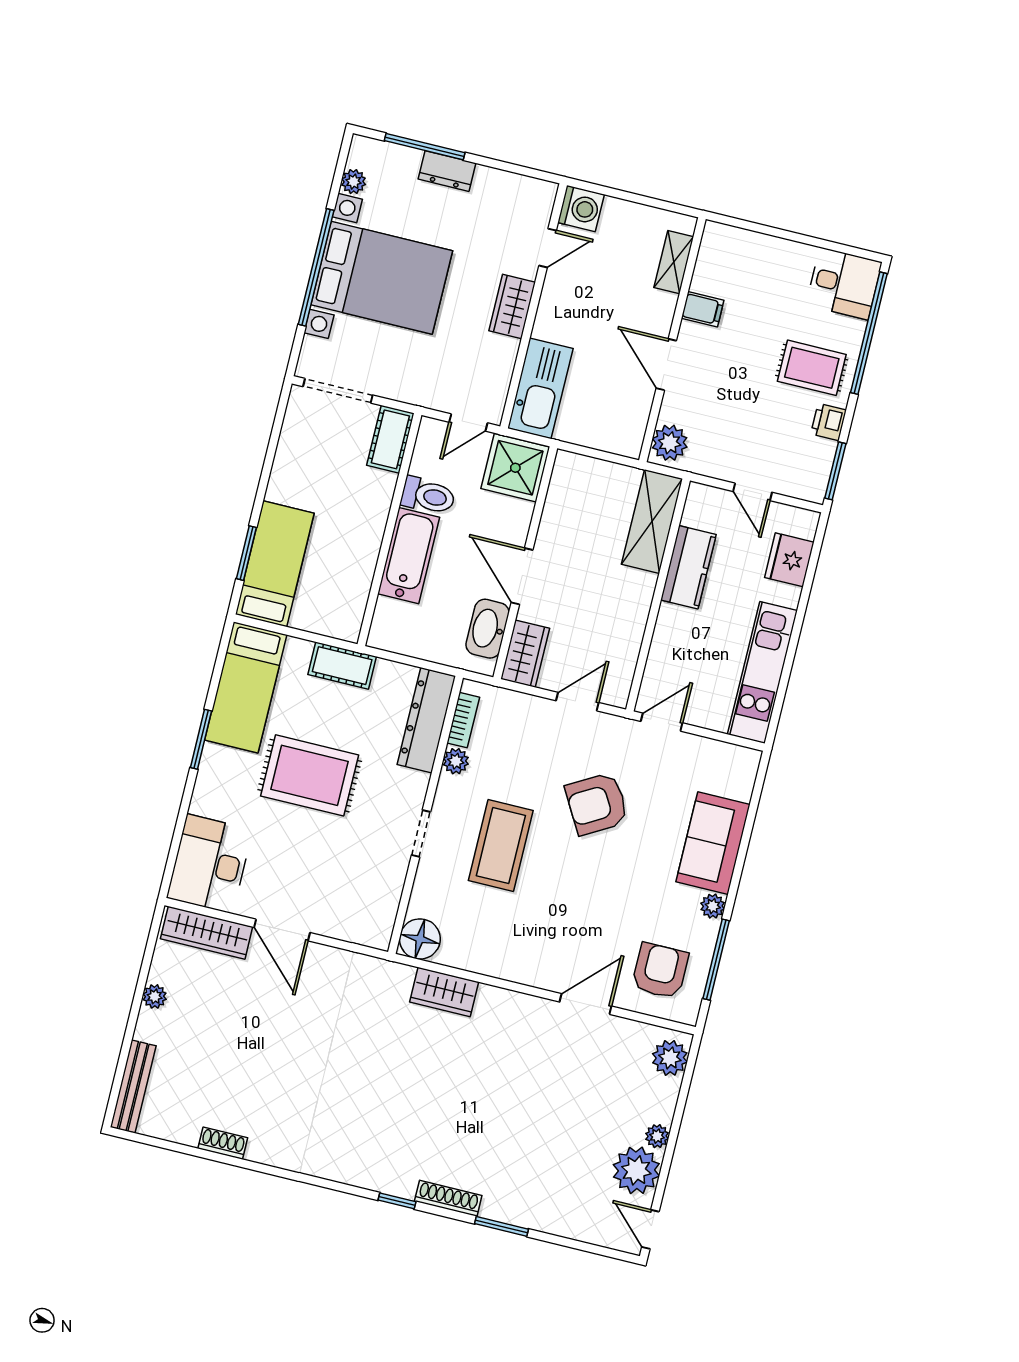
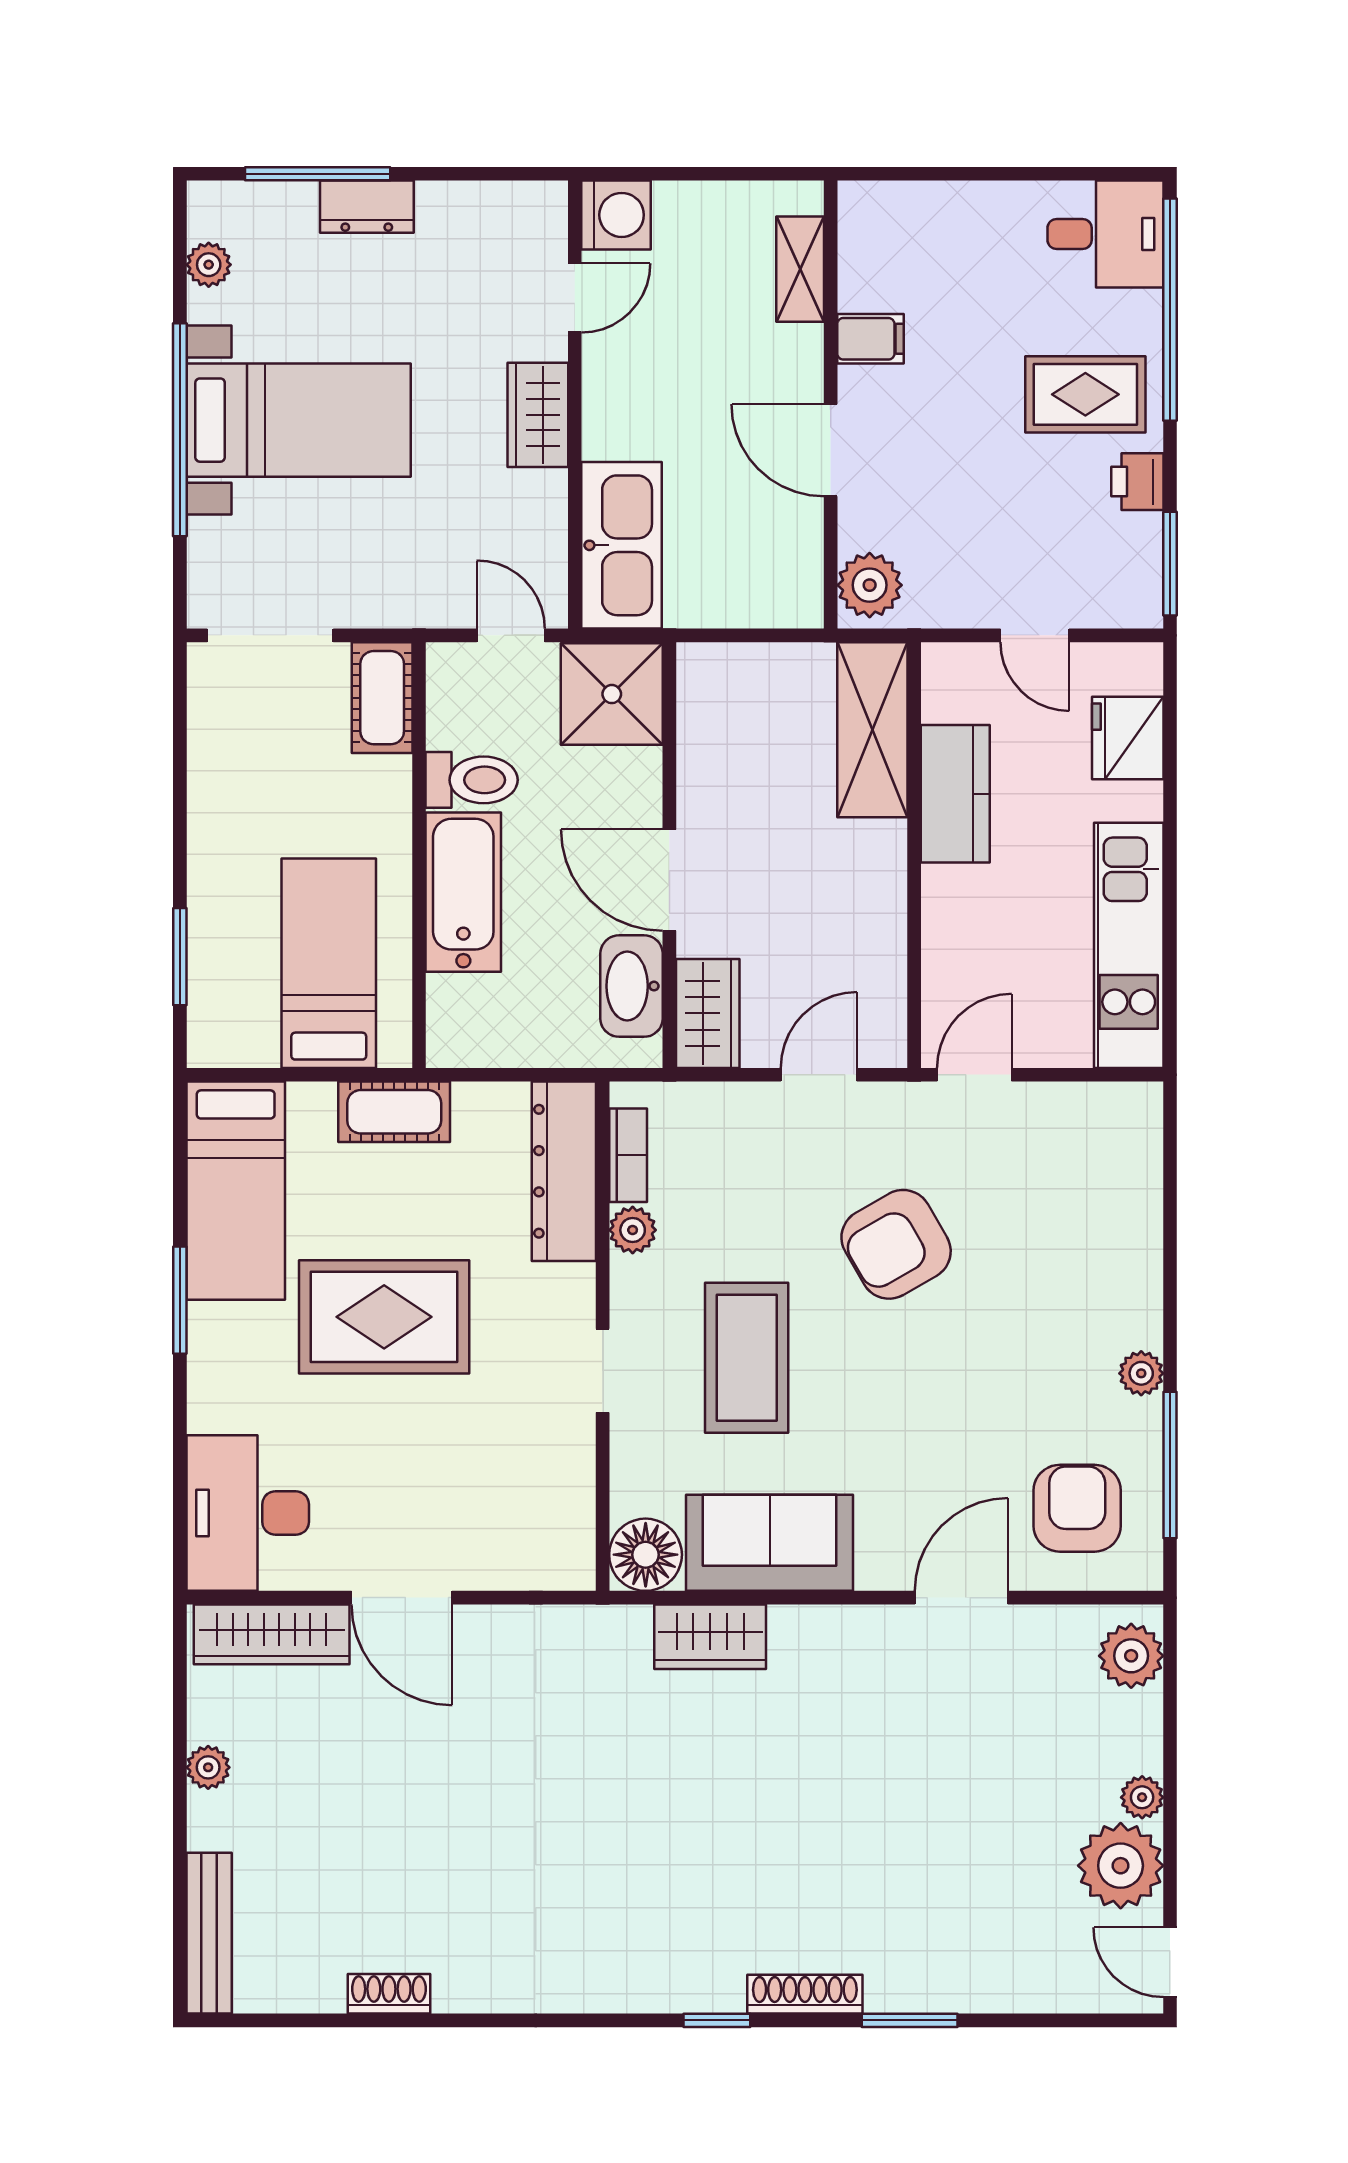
bed with nightstands: (382, 278) -> (299, 420), width x0.73
door: (468, 423) -> (511, 635), swing flipped
bed: (275, 564) -> (329, 963), moved
sofa: (713, 843) -> (770, 1543), moved, turned 90

